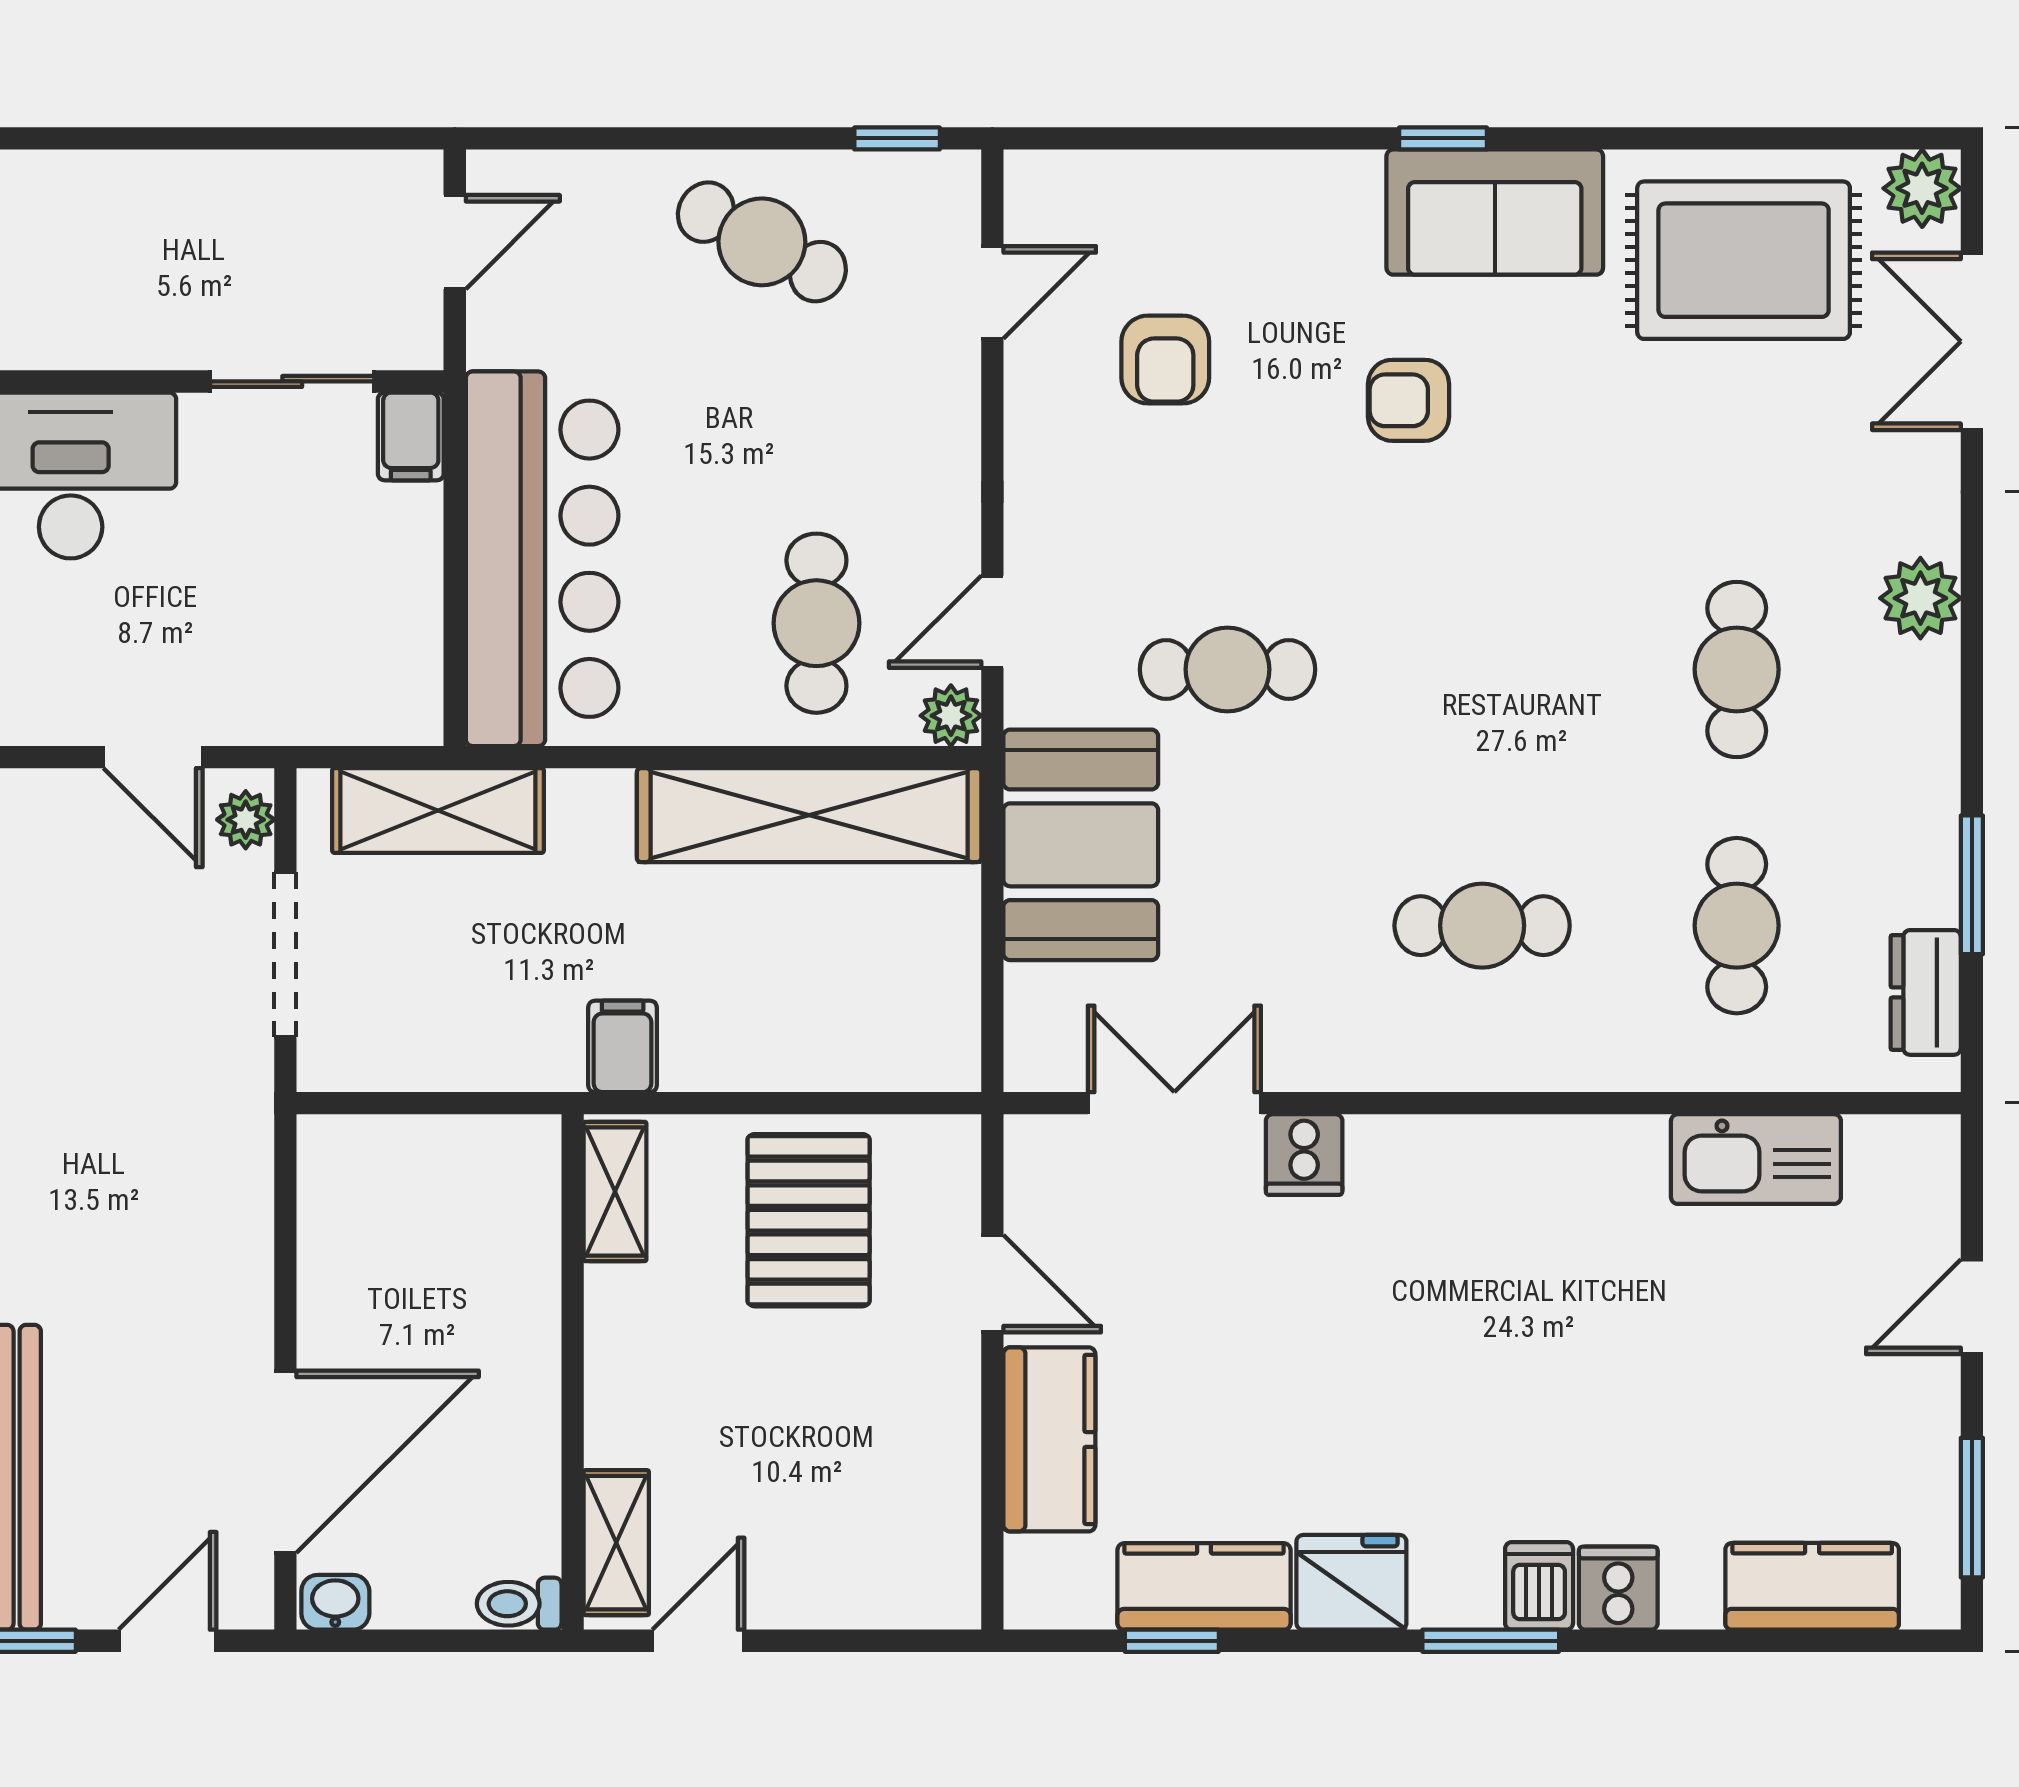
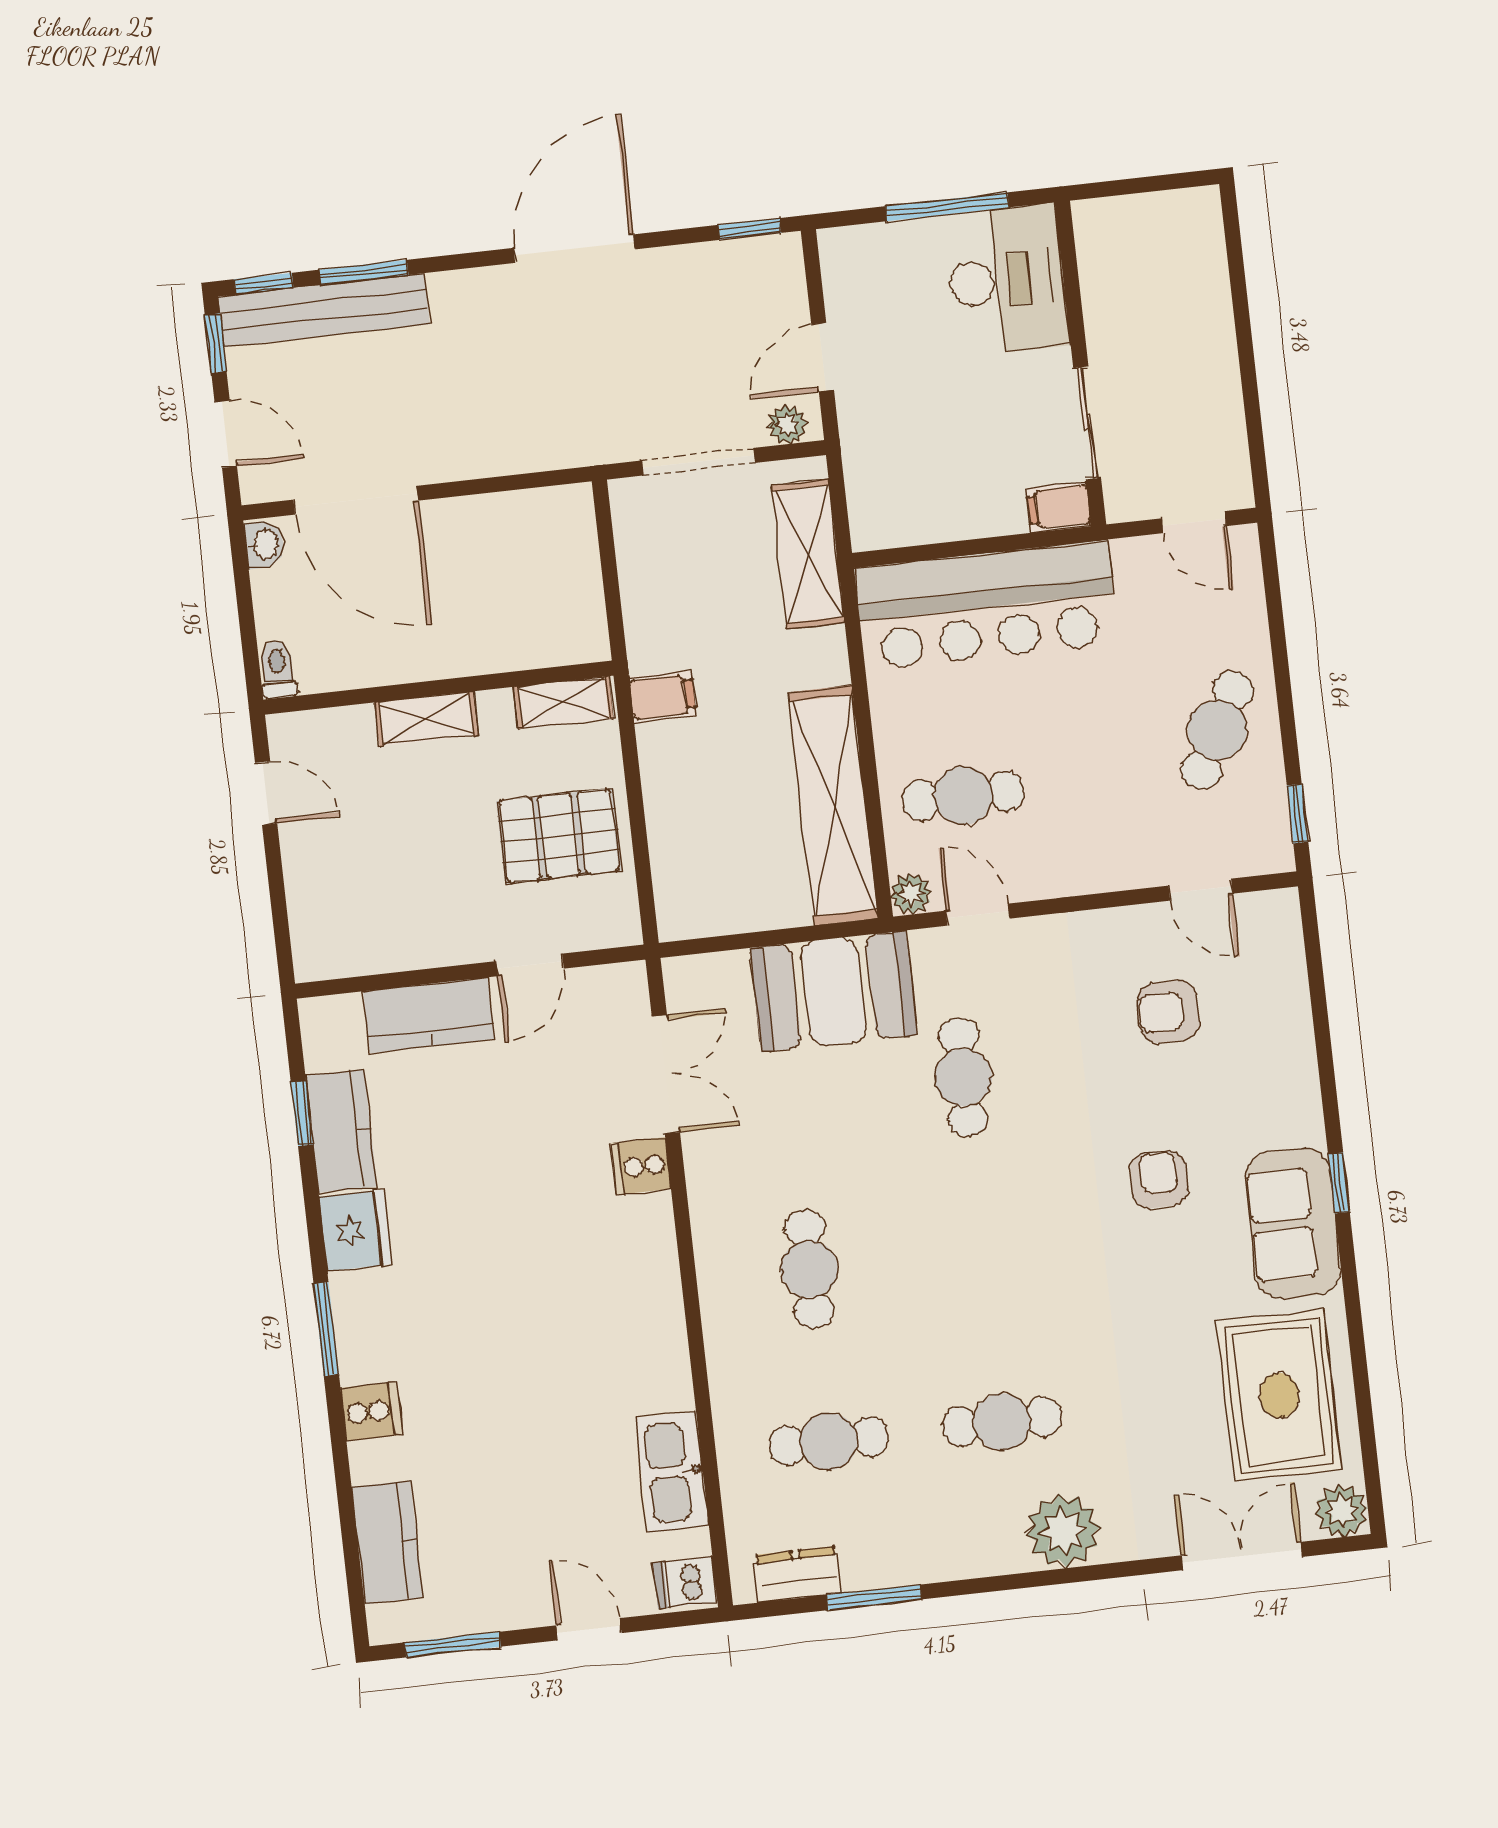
plant: (1920, 598) -> (1063, 1531), width x1.36, depth x1.36
shelving: (616, 1543) -> (426, 719), moved
dishwasher: (1539, 1586) -> (685, 1582), moved, turned 180

